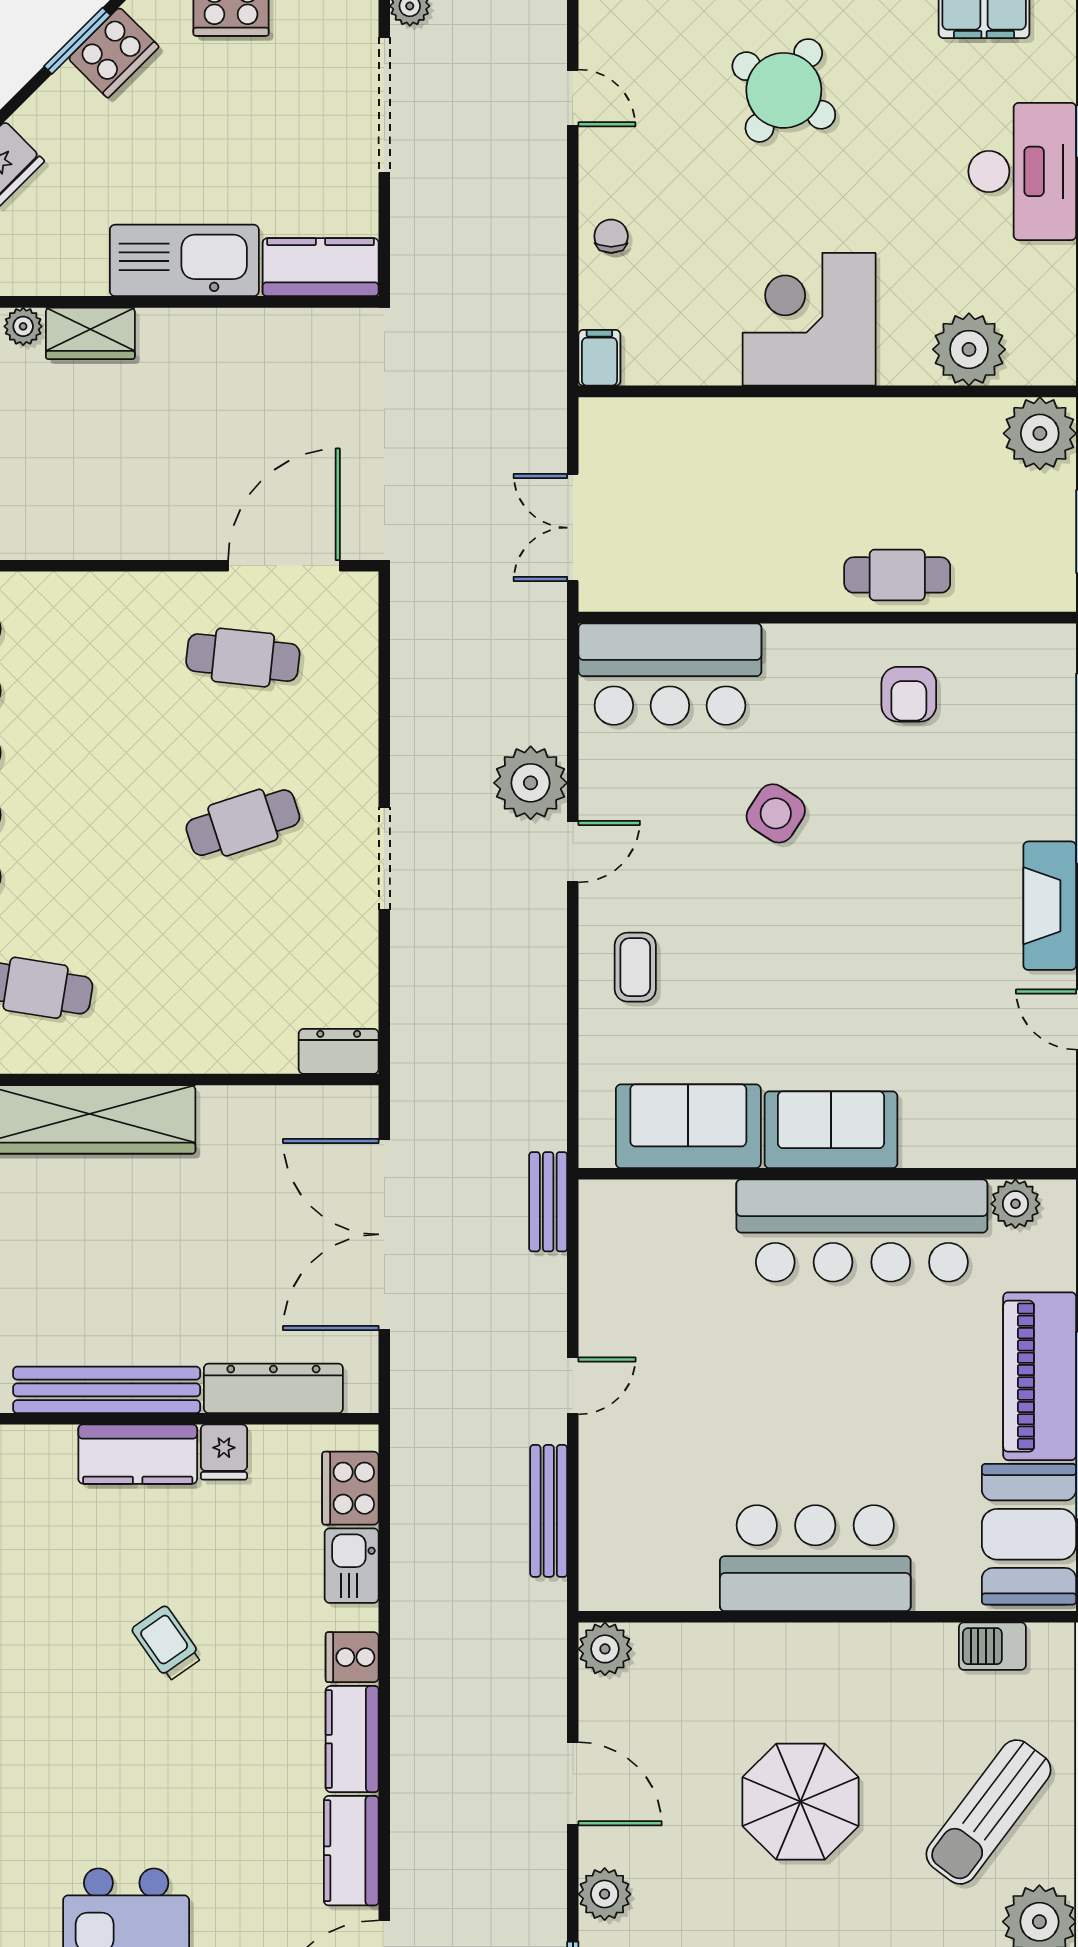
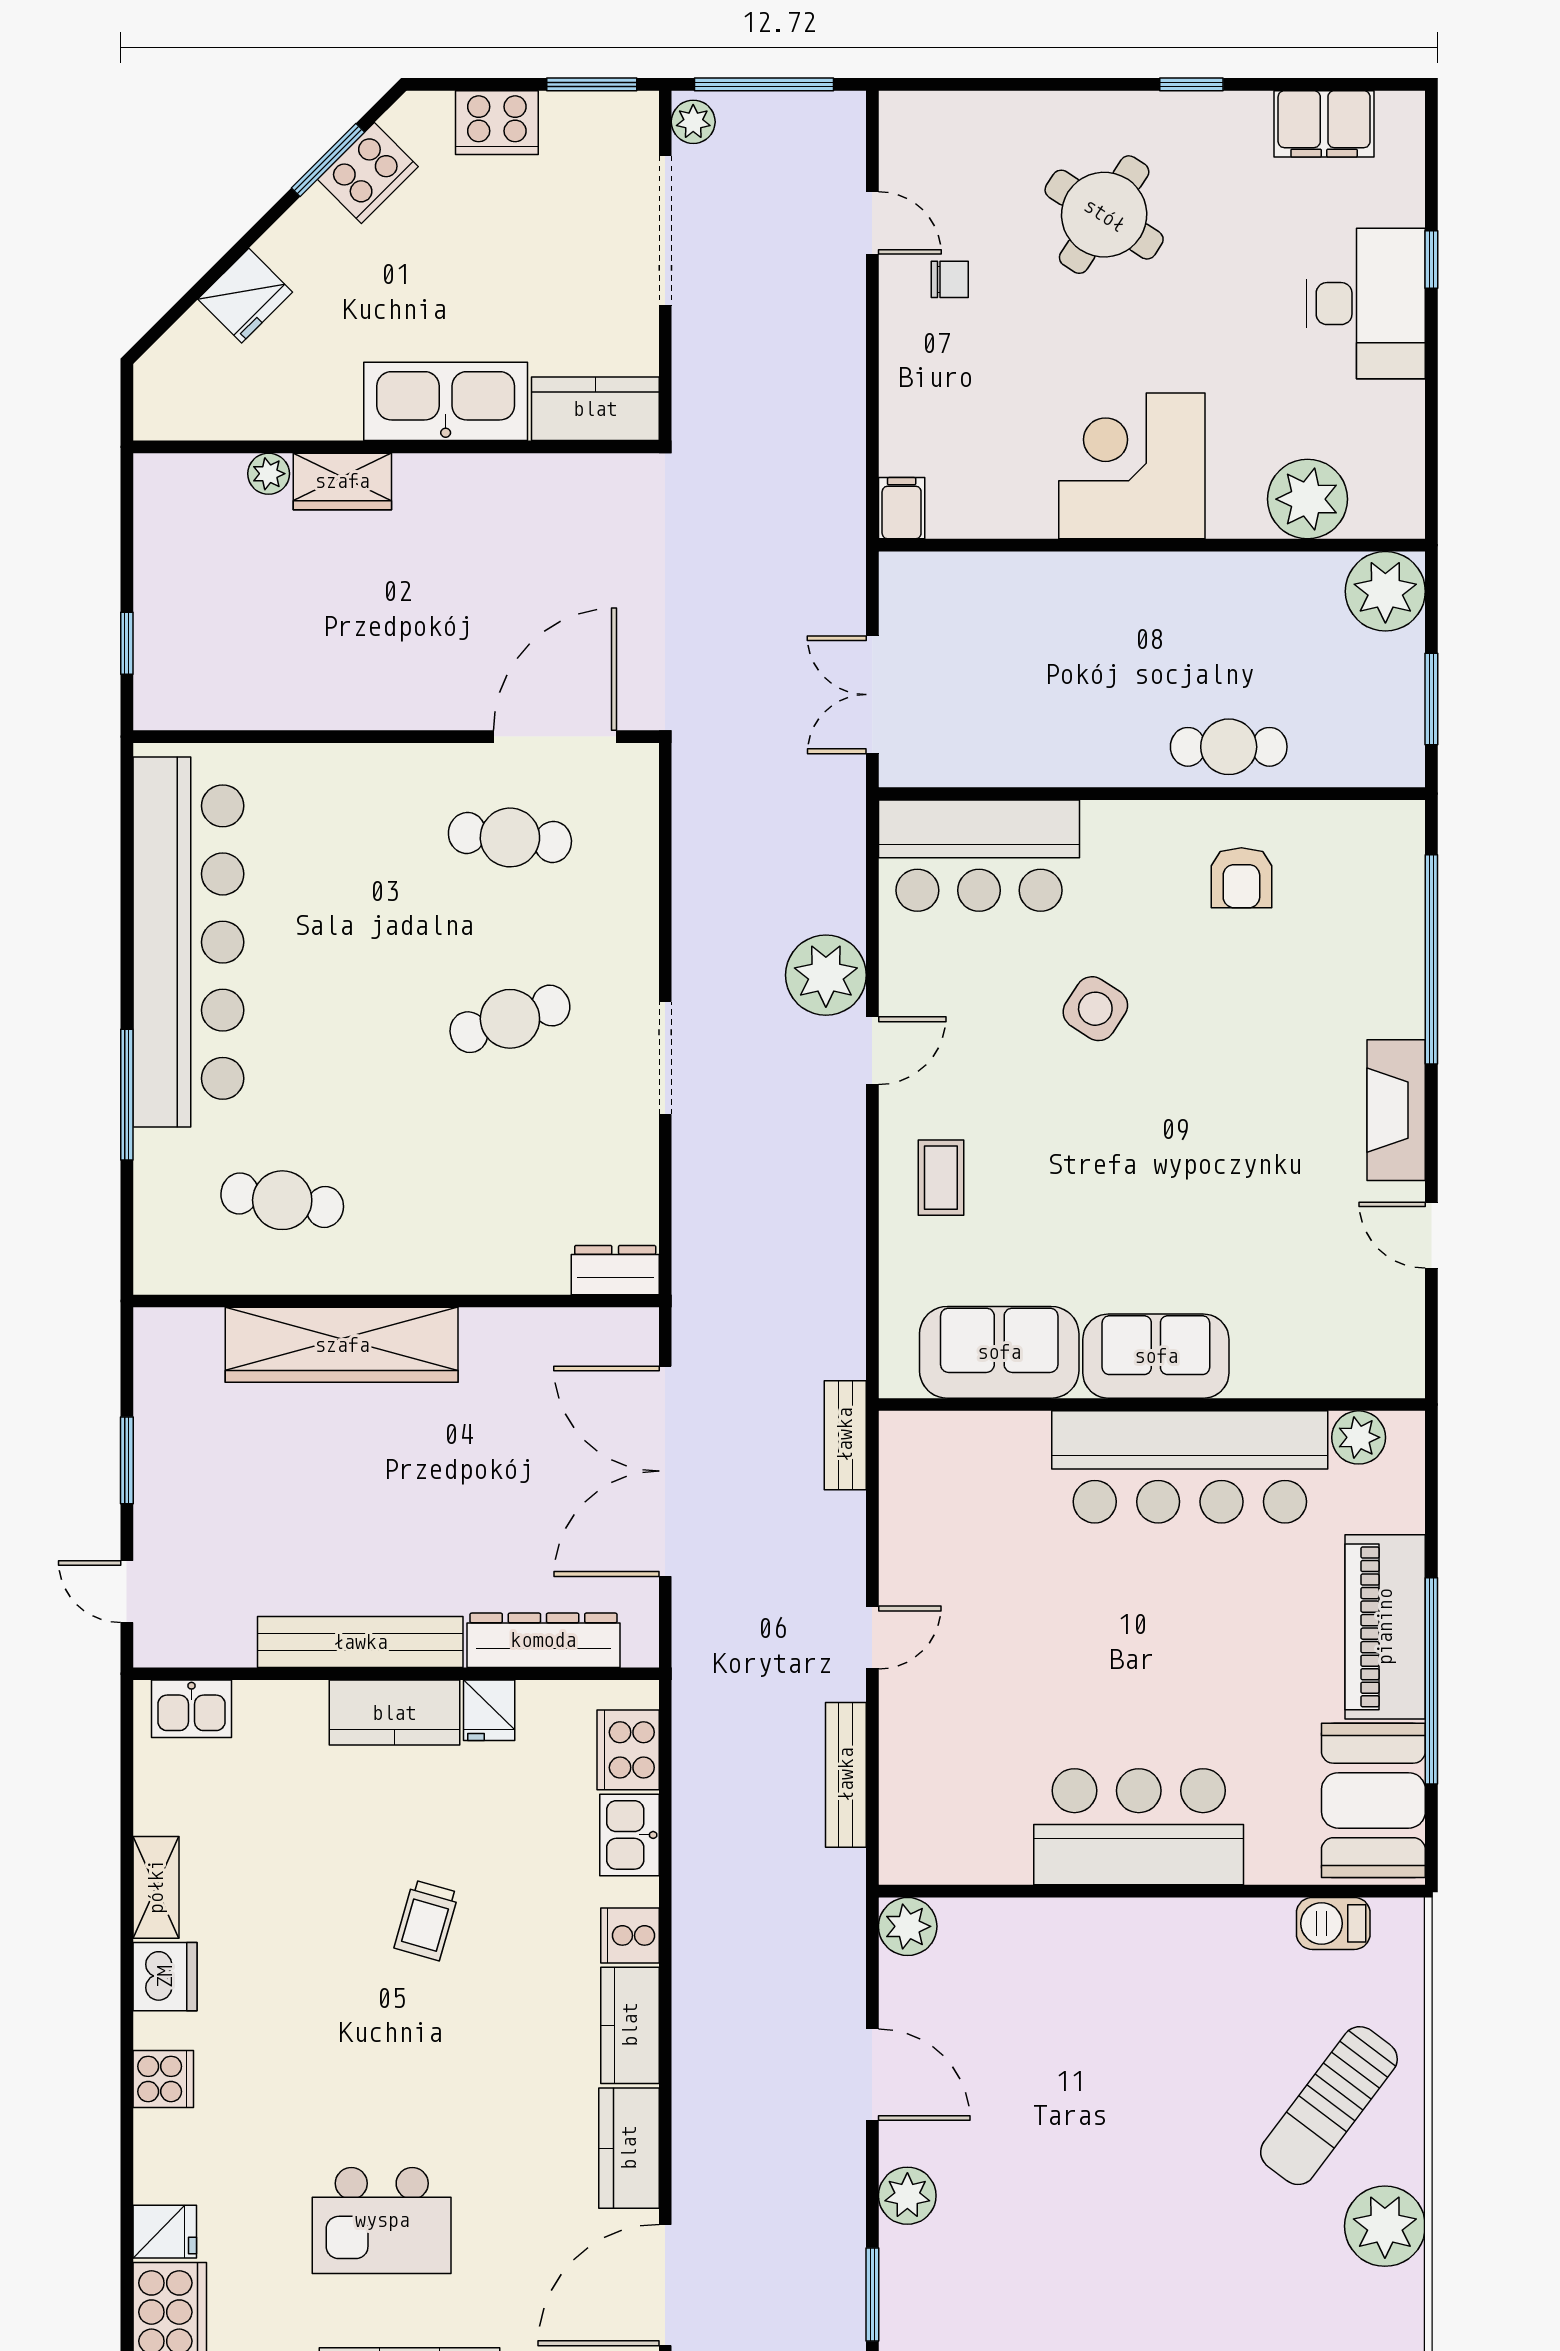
chair: (611, 236) -> (950, 279), moved, turned 90
trolley: (167, 1643) -> (426, 1920), turned -129
parasol: (801, 1802) -> (1122, 2094), removed

